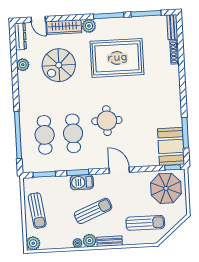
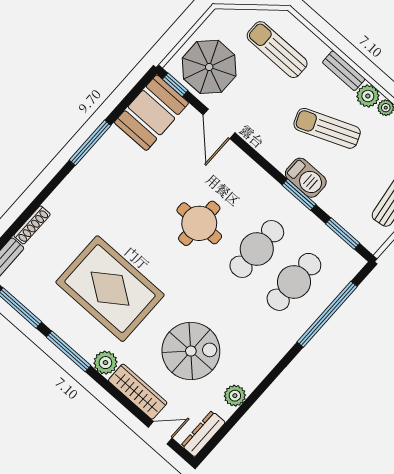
door: (38, 19) -> (160, 433), hinge flipped
window: (185, 133) -> (90, 143), moved
door: (119, 170) -> (219, 124), moved

